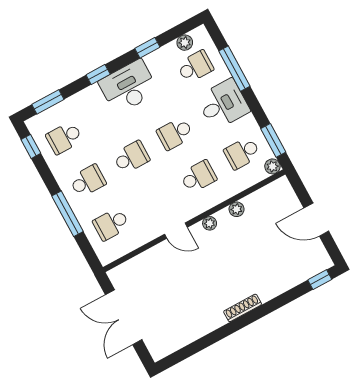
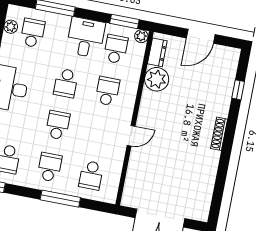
desk: (223, 104) -> (86, 38), moved
school desk: (242, 153) -> (116, 49), turned 180
dresser: (270, 193) -> (157, 52), added
plant: (237, 209) -> (157, 79), width x1.87, depth x1.87
plant: (210, 223) -> (145, 109), removed
window: (320, 280) -> (238, 90), moved

